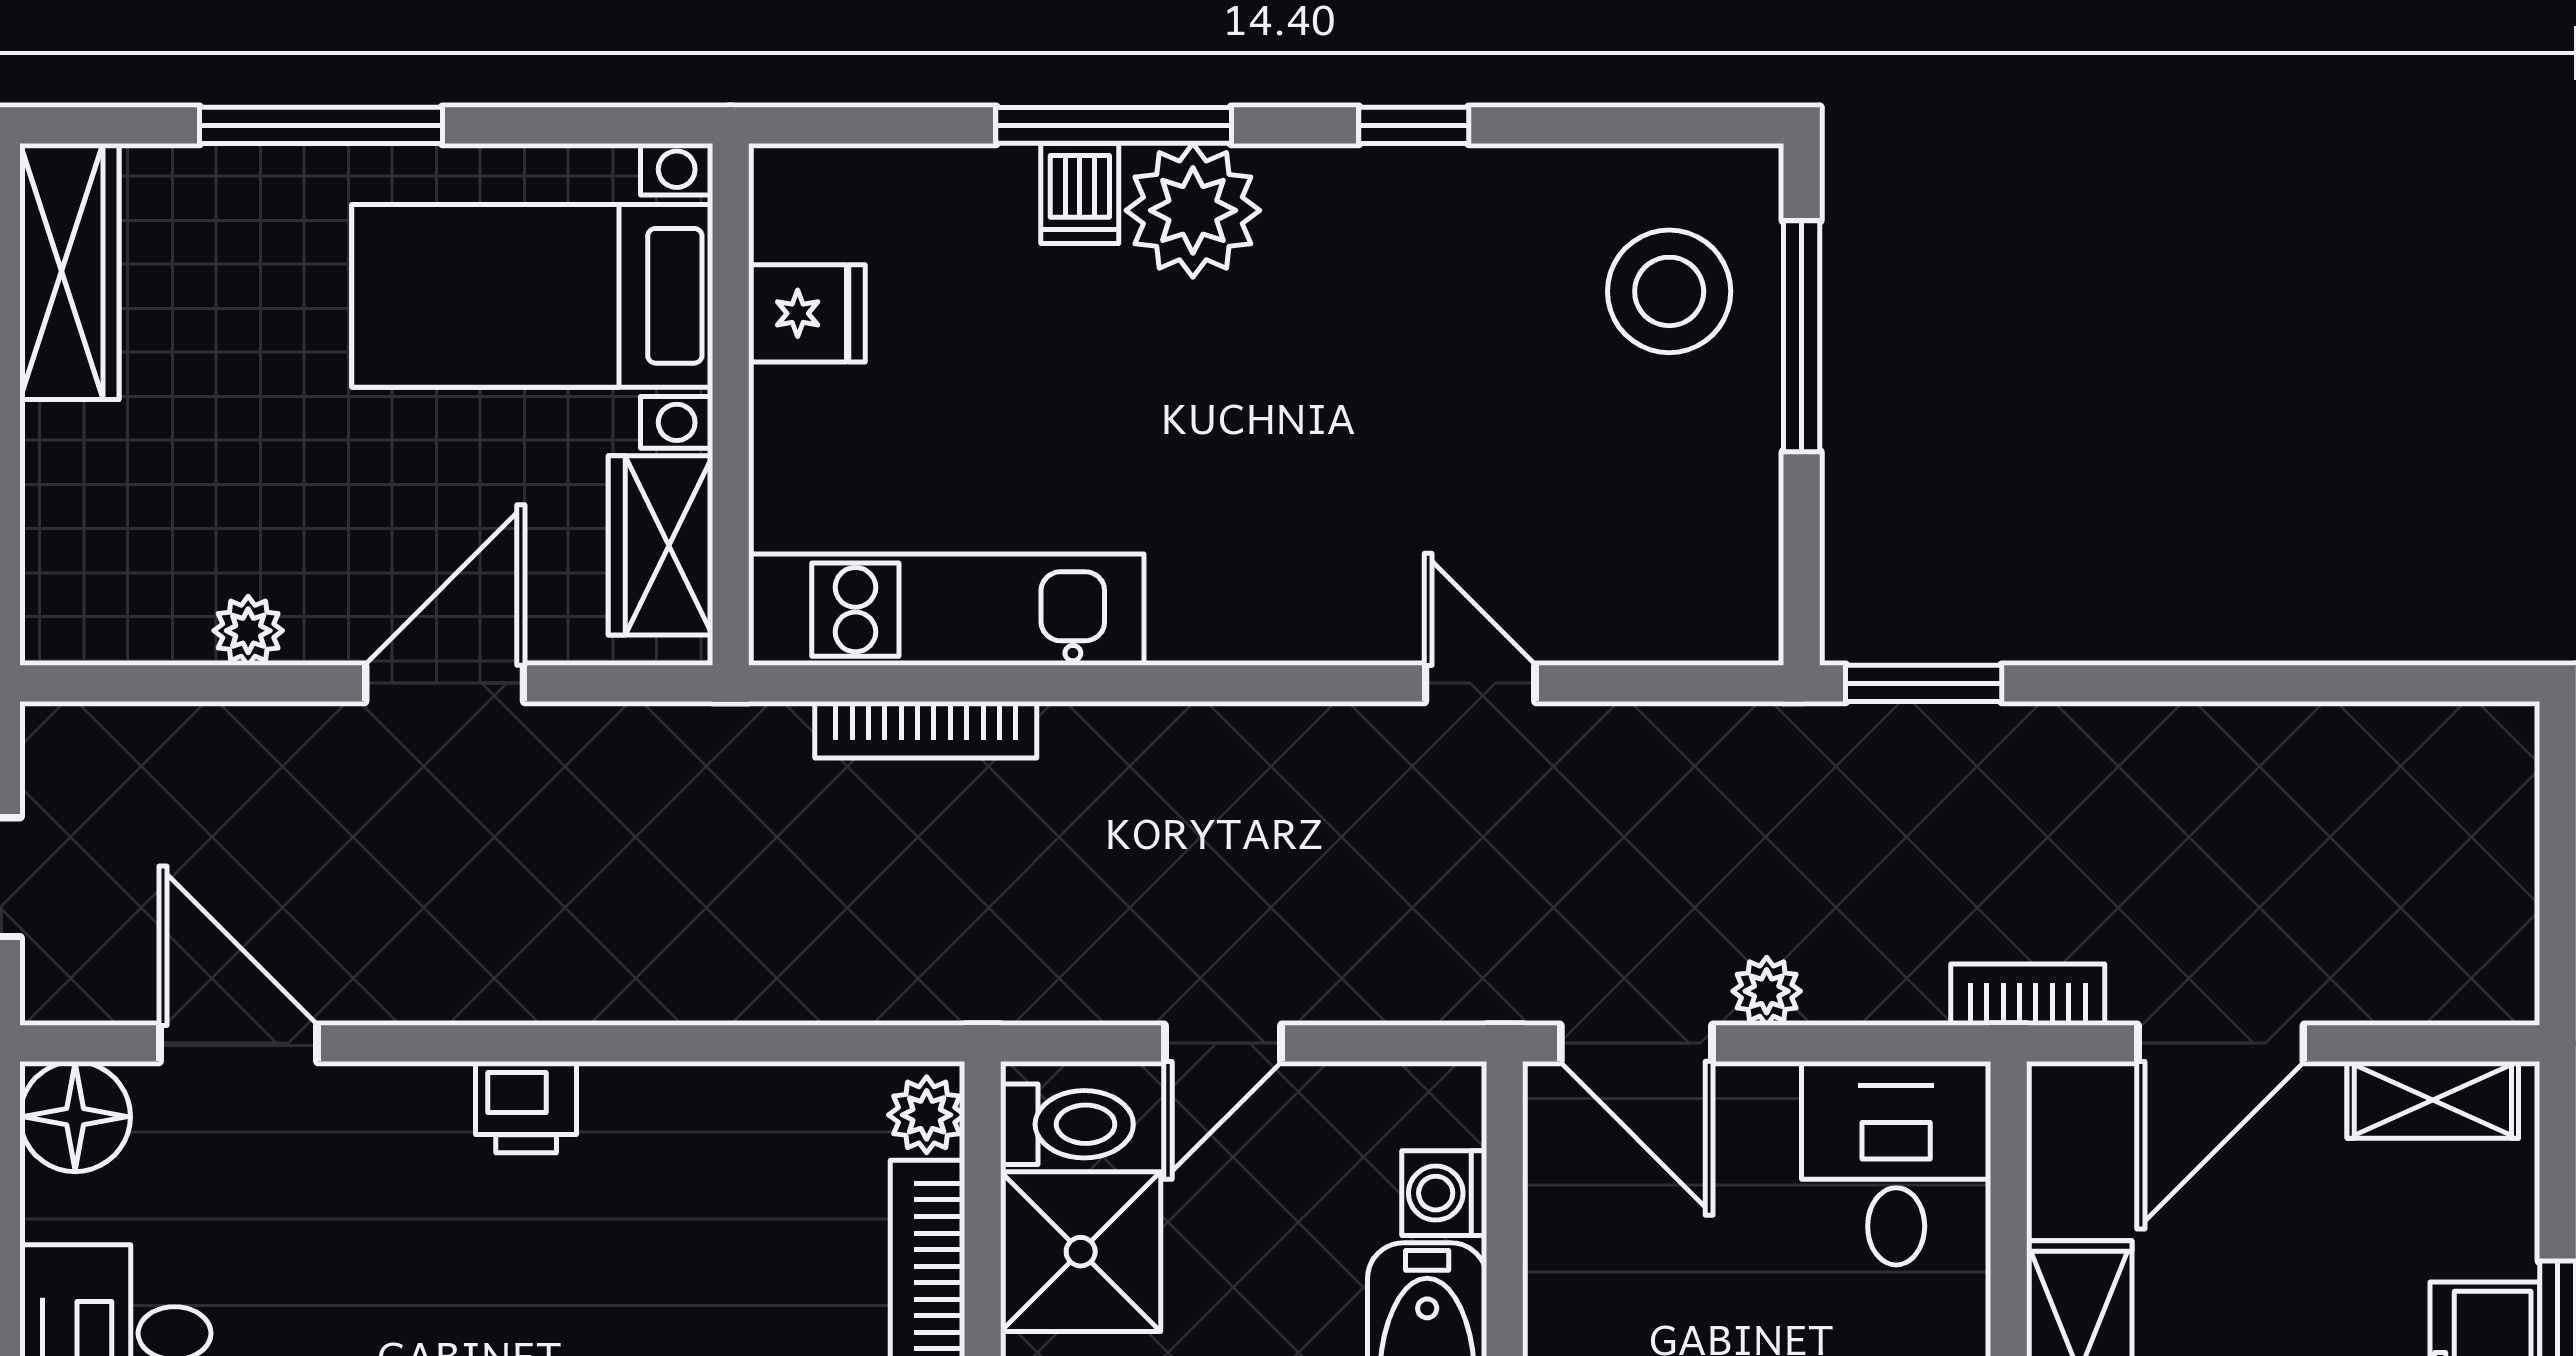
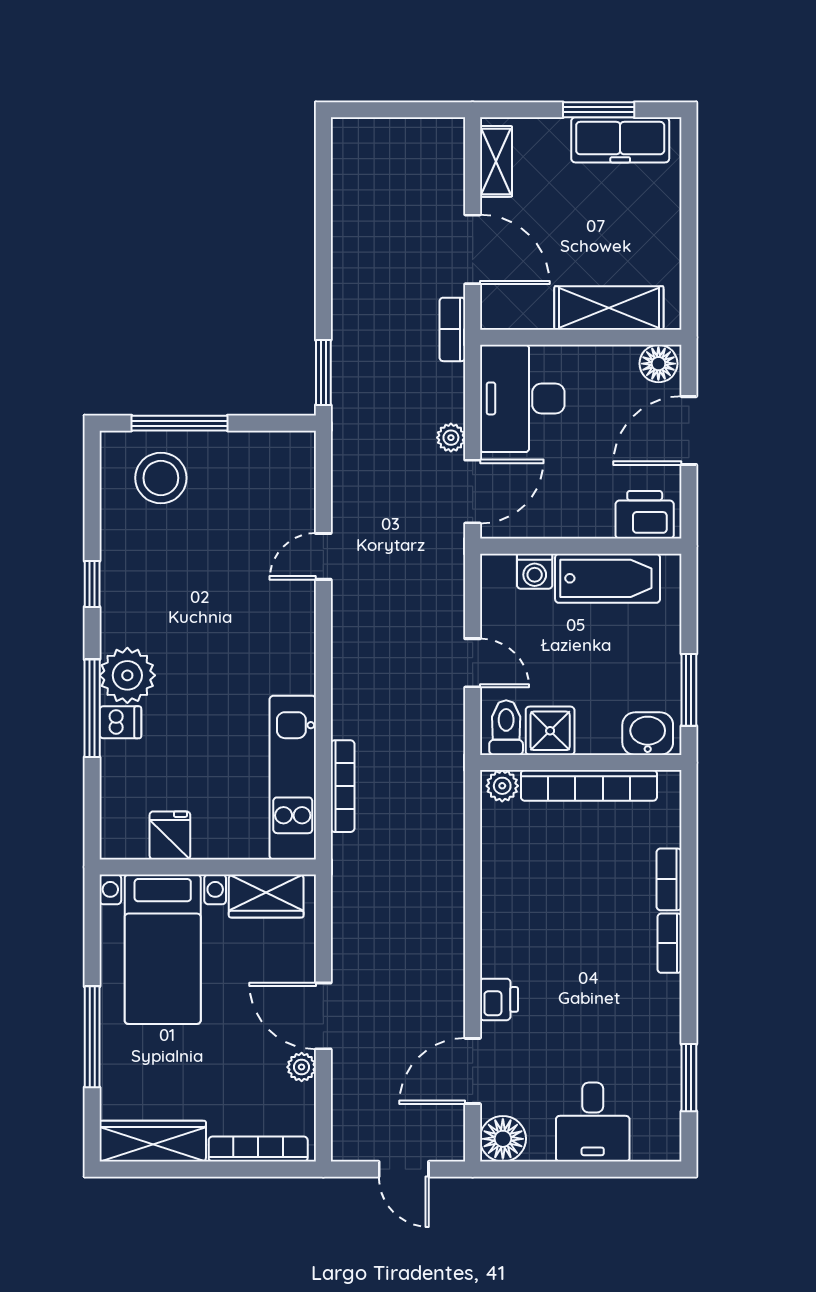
bookcase: (50, 526) -> (258, 1149), added
door: (445, 683) -> (323, 1016), moved
printer: (526, 1107) -> (499, 999), moved
desk: (1896, 1163) -> (522, 398), width x1.37
shower: (1081, 1252) -> (550, 731), width x0.73, depth x0.73

